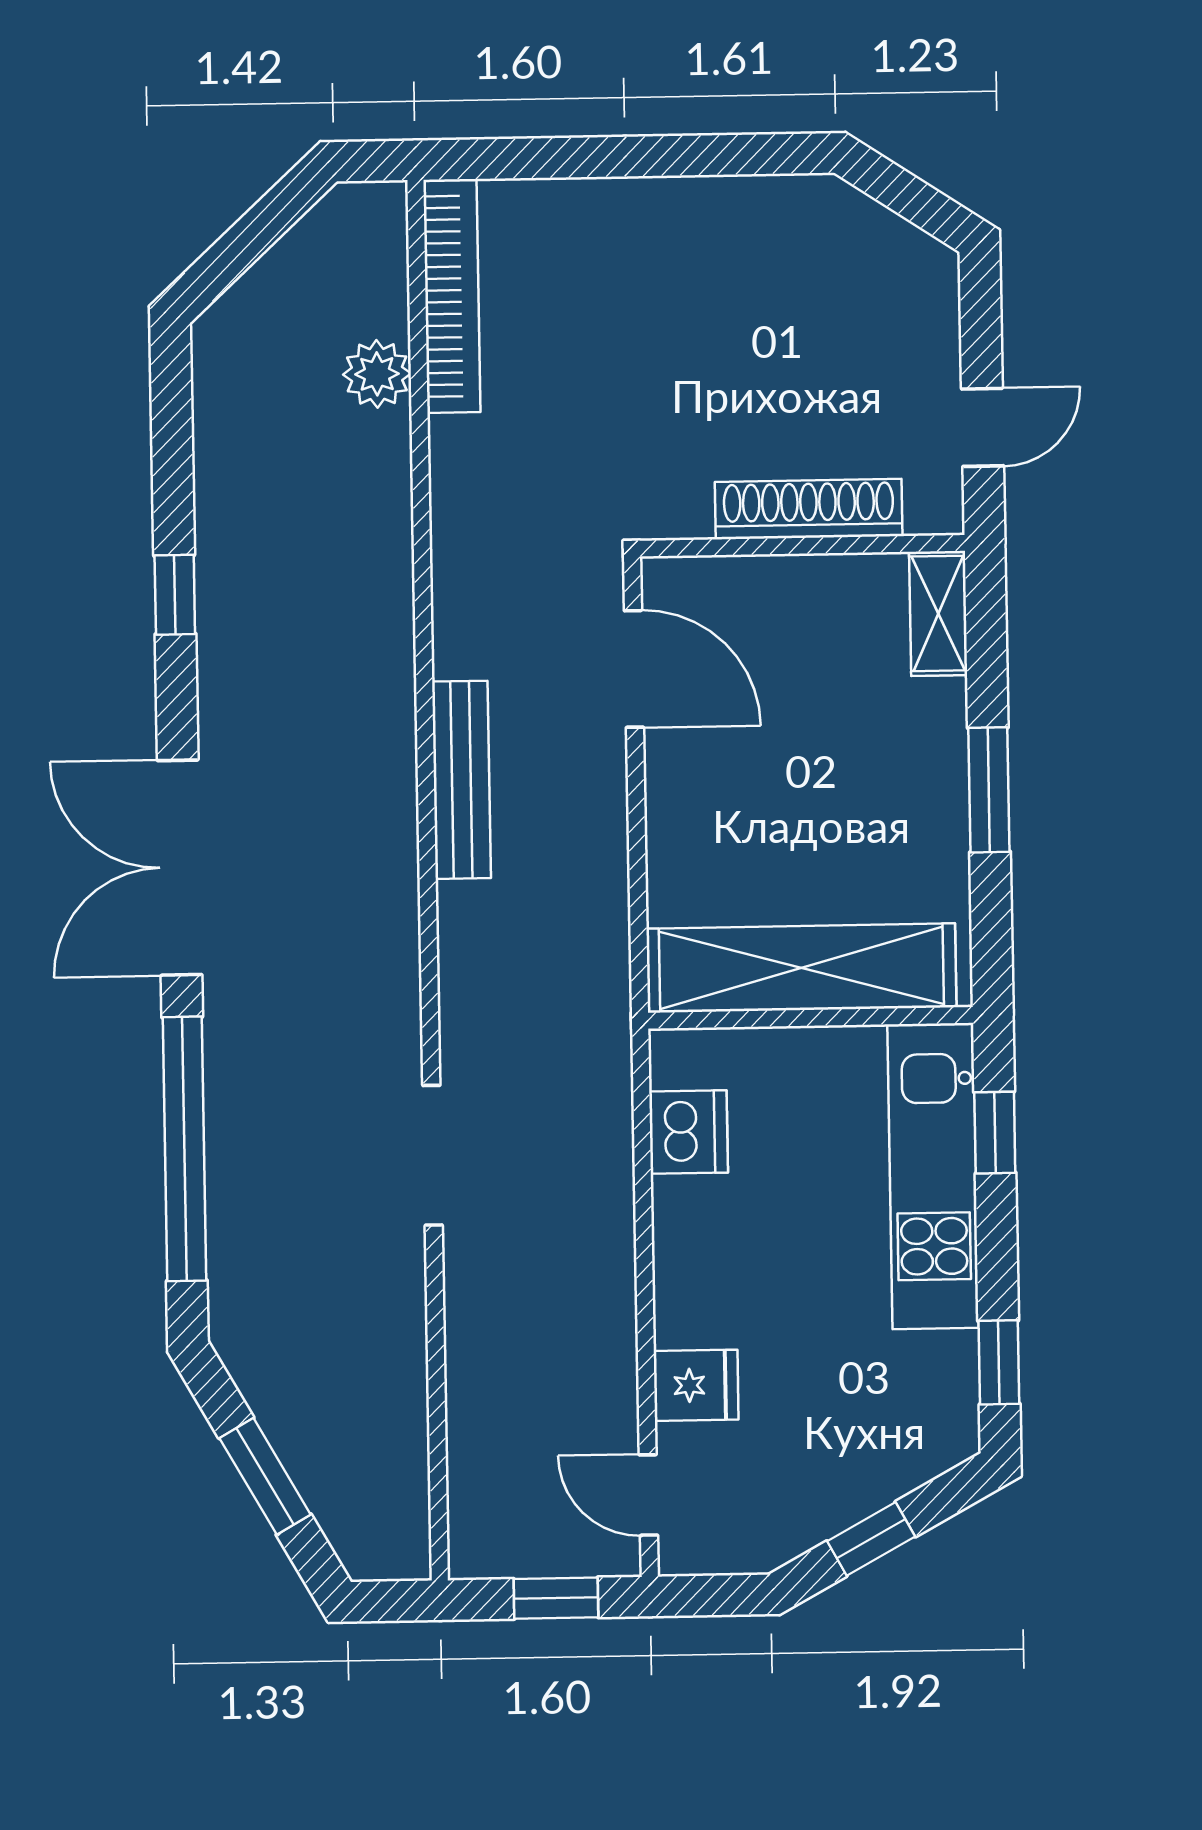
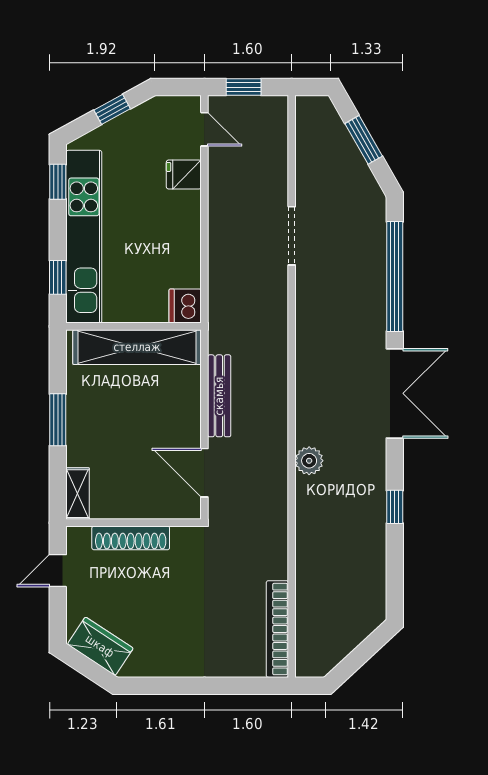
wardrobe: (877, 247) -> (100, 646), added
plant: (377, 374) -> (309, 461), moved
bench: (462, 780) -> (219, 396), moved
dishwasher: (688, 1132) -> (185, 306), moved
doorway: (433, 1155) -> (292, 236), moved
kitchen unit: (933, 1176) -> (84, 237), width x1.36

